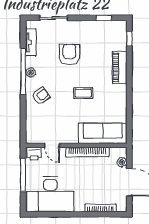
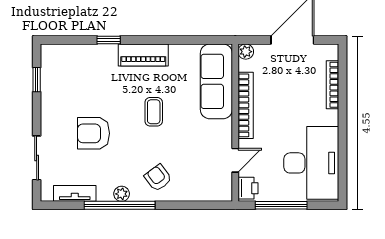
window: (129, 39) -> (109, 40), moved
piano: (120, 67) -> (143, 55), moved
plant: (122, 162) -> (246, 52), moved

